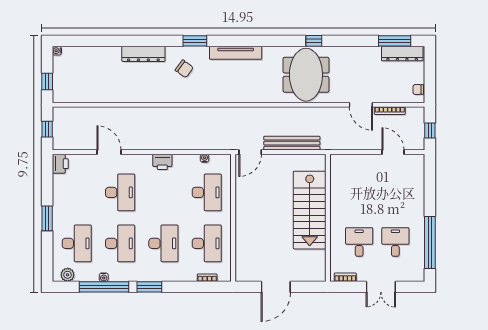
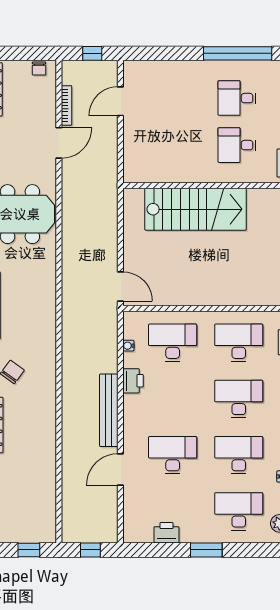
bench: (292, 143) -> (109, 410), moved
printer: (162, 162) -> (133, 381), moved
printer: (60, 164) -> (166, 533), moved

